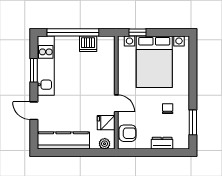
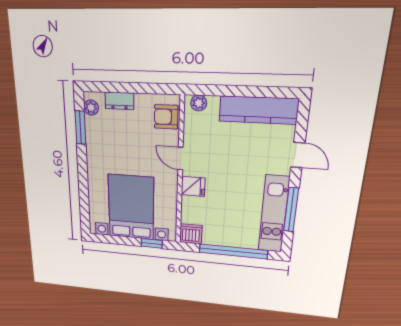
dishwasher: (88, 44) -> (191, 234), moved
window: (34, 70) -> (291, 210), width x1.44
chair: (168, 109) -> (113, 147), removed
fridge: (106, 123) -> (193, 186), moved
plant: (184, 138) -> (91, 108), added

